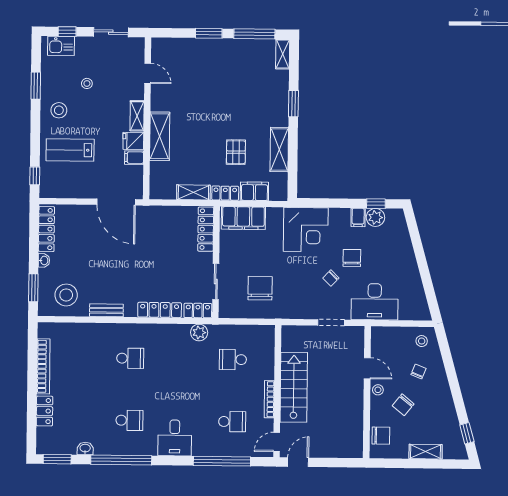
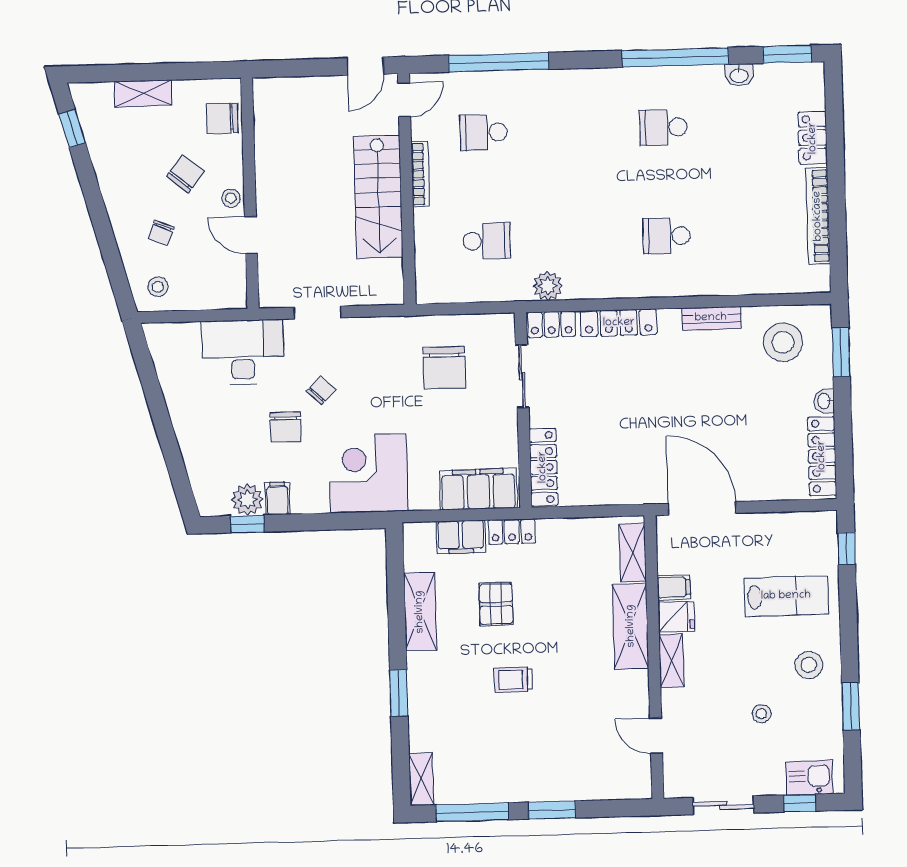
trolley: (228, 109) -> (514, 680), added
shelving: (193, 192) -> (632, 553), moved, turned 90
desk: (175, 438) -> (583, 100), removed

